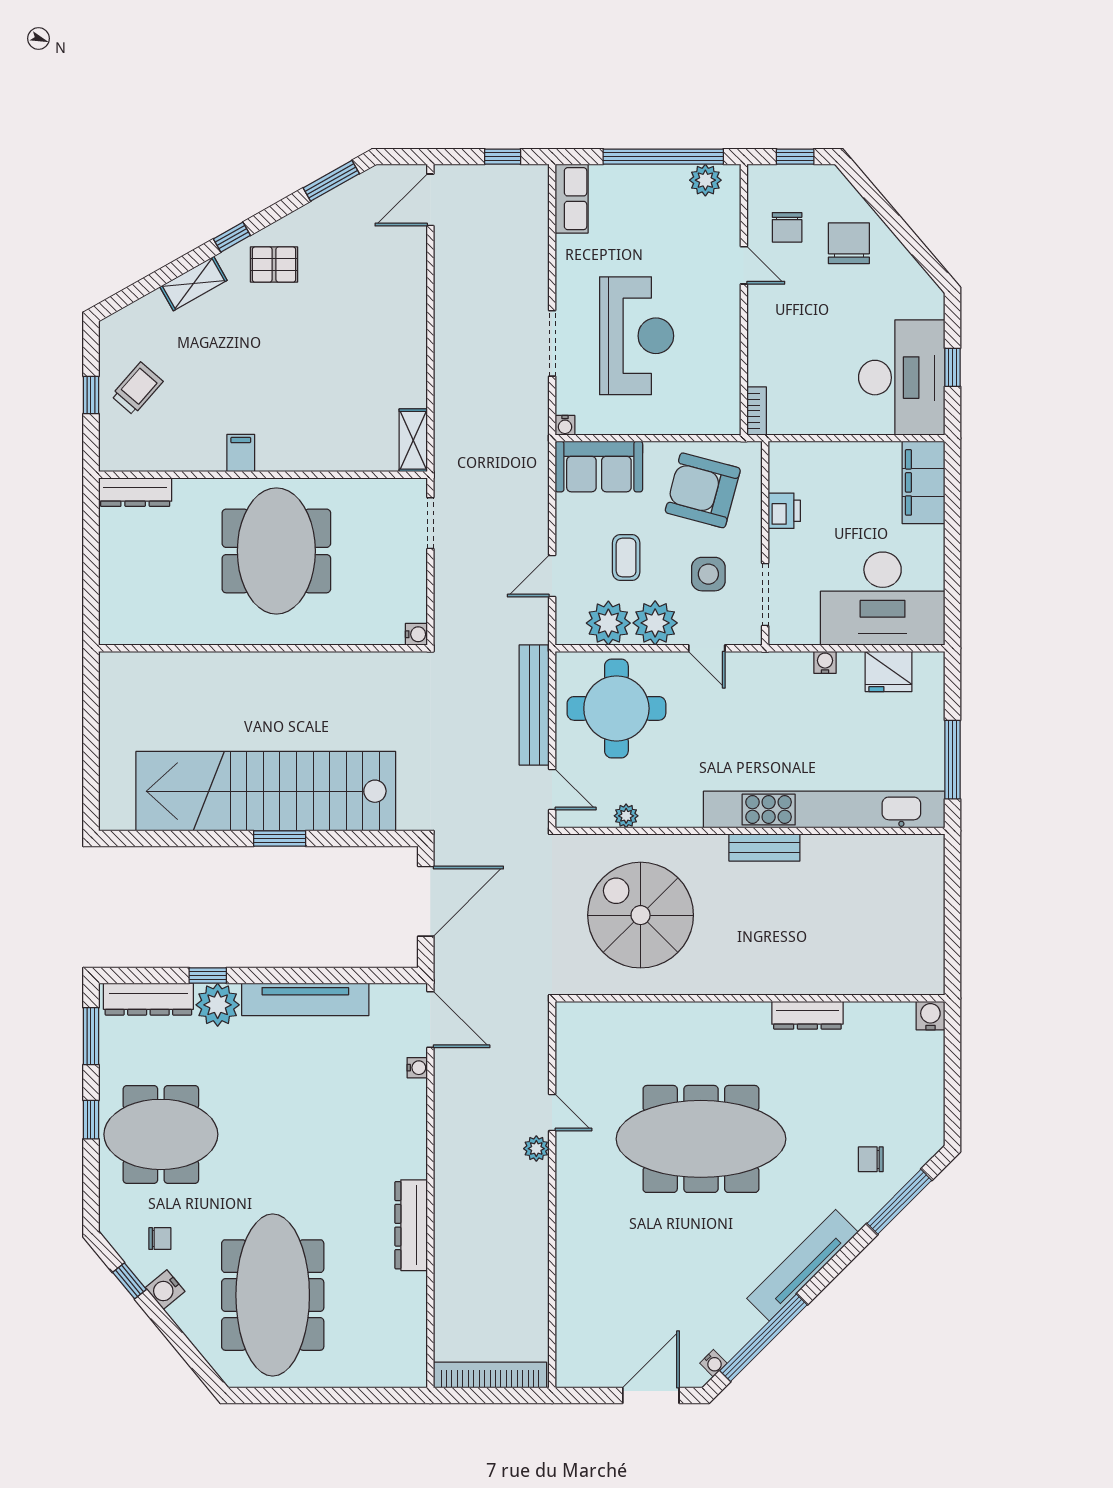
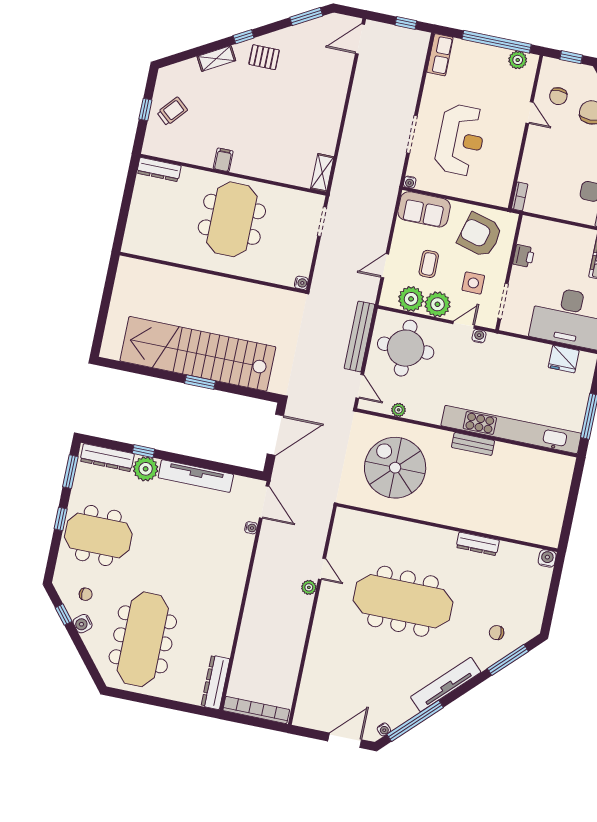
door: (707, 648) -> (464, 325), swing flipped
water cooler: (825, 662) -> (479, 336), moved
dresser: (411, 1225) -> (215, 682), moved

